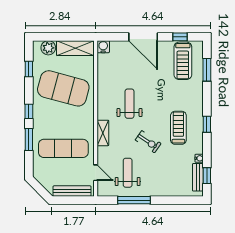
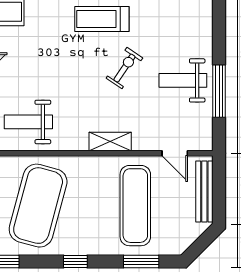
weight bench: (130, 104) -> (28, 122), moved
window: (29, 139) -> (141, 261), moved
door: (96, 173) -> (175, 153), swing flipped
weight bench: (128, 173) -> (183, 80), moved

